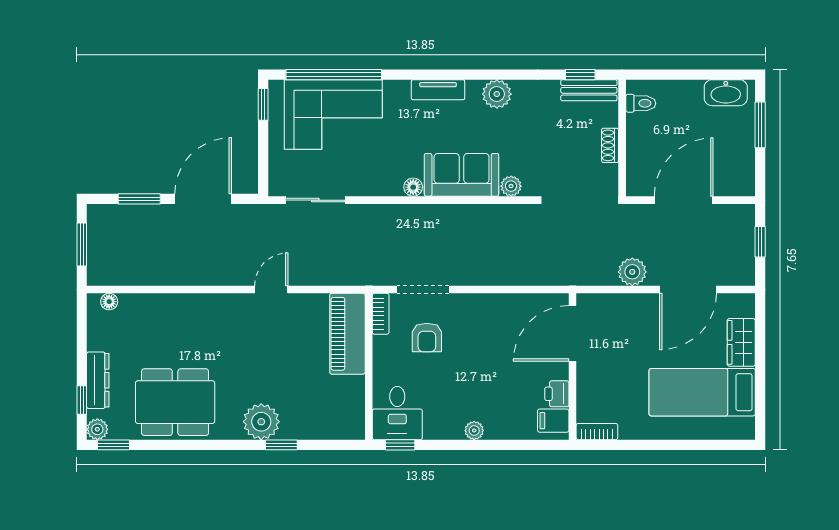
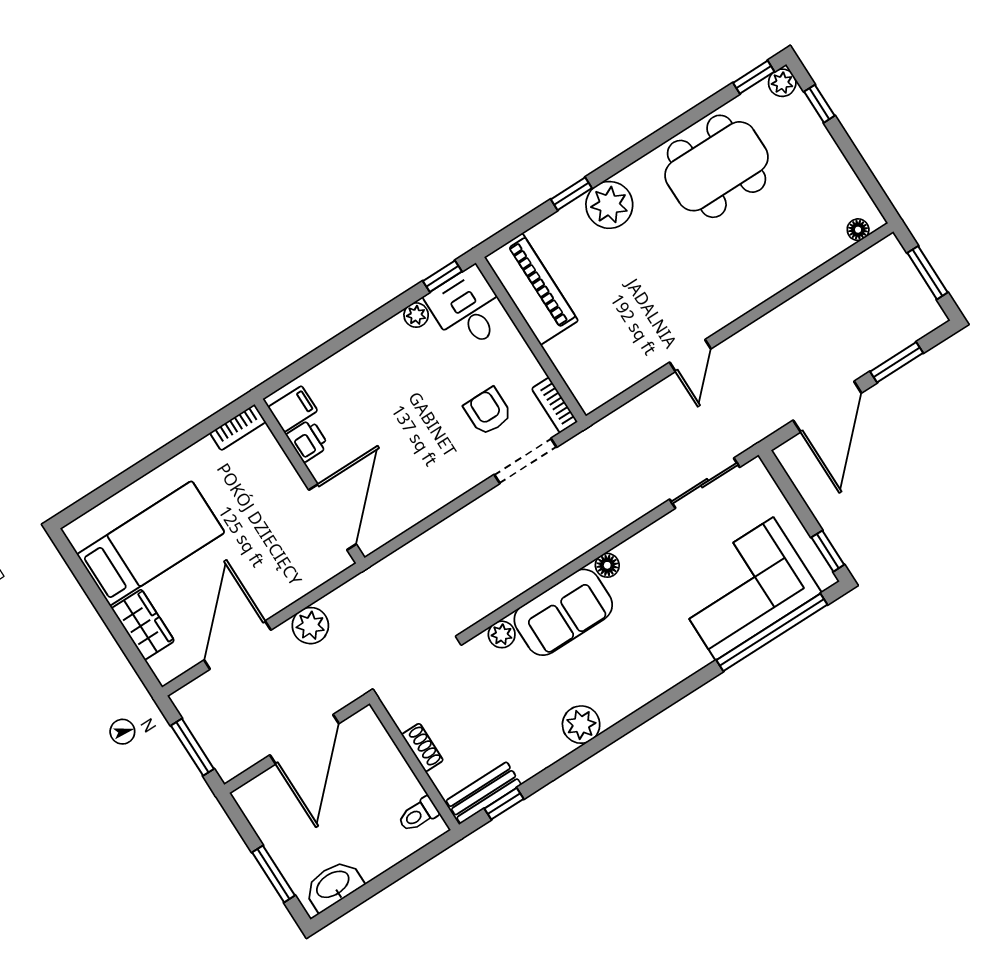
tv unit: (438, 90) -> (648, 688), removed
window: (760, 242) -> (192, 747), width x1.50
piano: (347, 334) -> (531, 289), moved
dresser: (98, 380) -> (816, 136), removed
plant: (474, 430) -> (416, 315), moved

